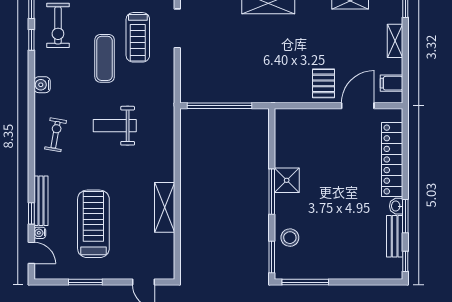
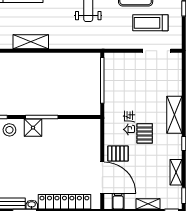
pallet: (295, 45) -> (145, 133), added
door: (358, 106) -> (102, 178), width x1.36
shower: (287, 180) -> (33, 128), moved

